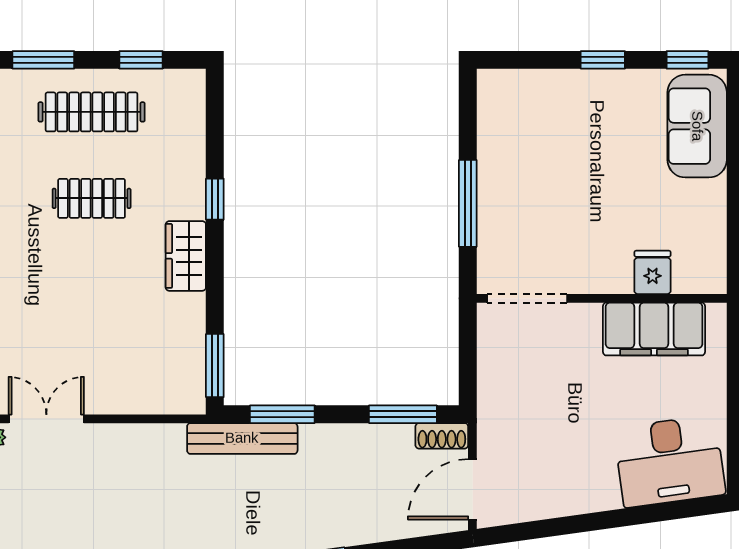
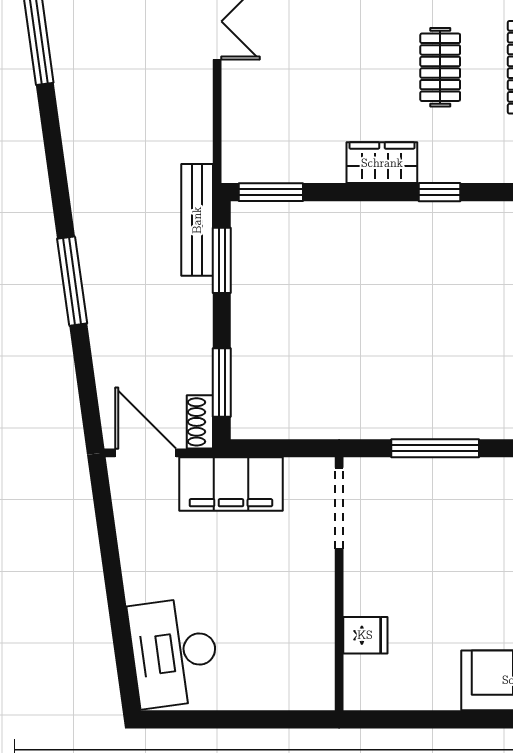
filing cabinet: (654, 329) -> (231, 484), moved, turned -90

